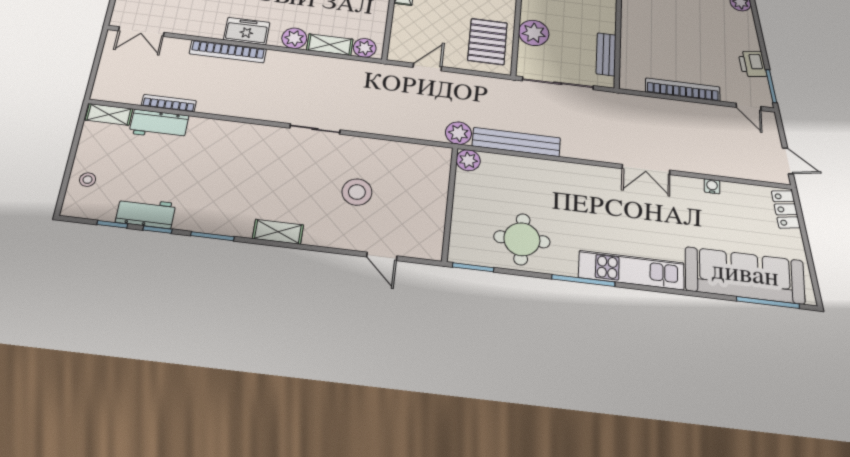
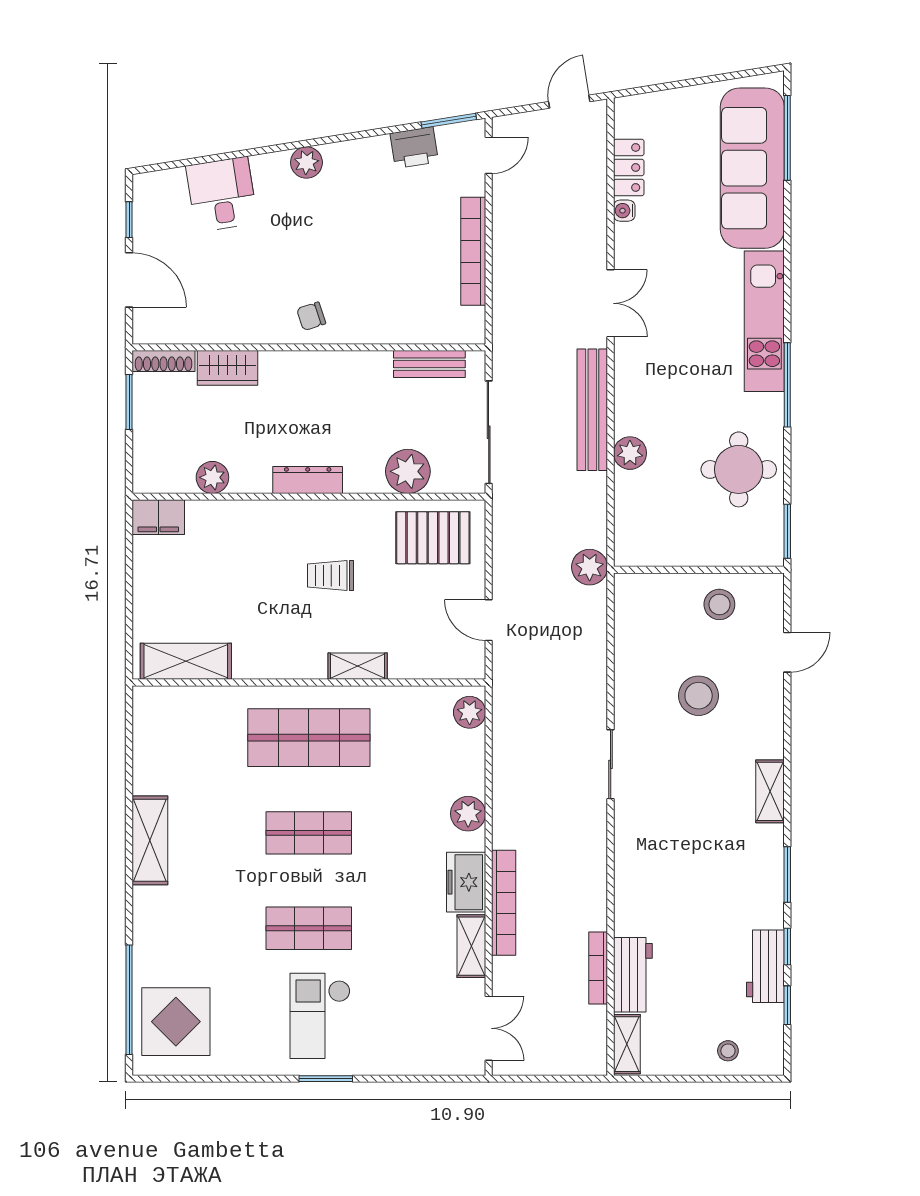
shelving: (330, 45) -> (471, 946), moved
bench: (516, 142) -> (592, 410), moved
plant: (468, 160) -> (630, 453), moved
locker: (786, 209) -> (629, 167), moved, turned -81
stool: (423, 214) -> (719, 604), added

